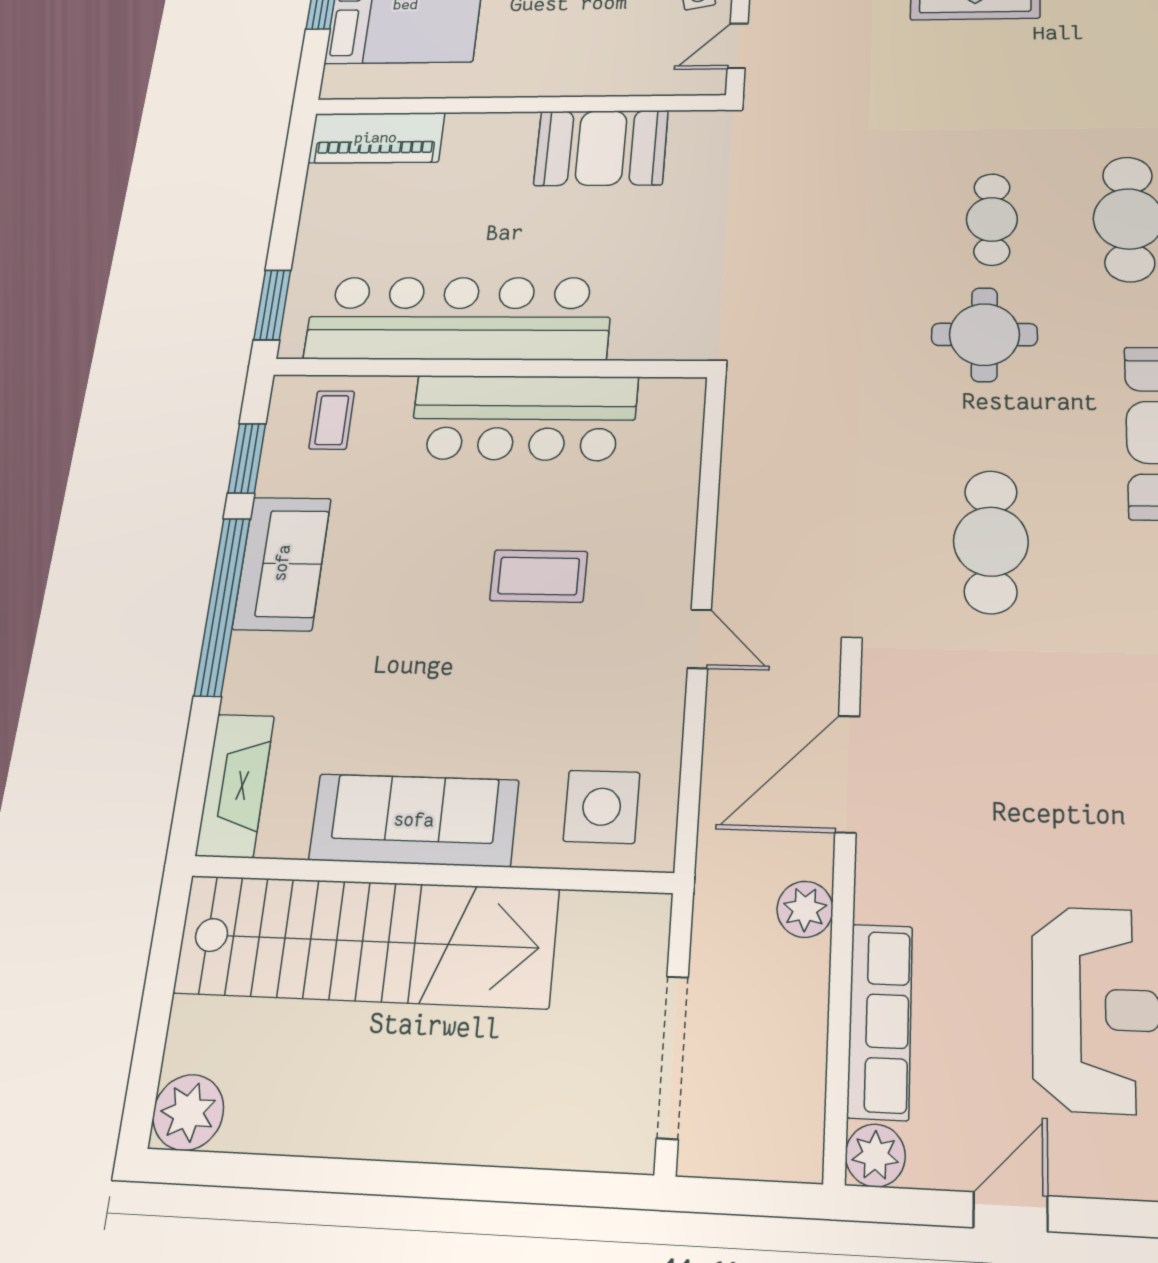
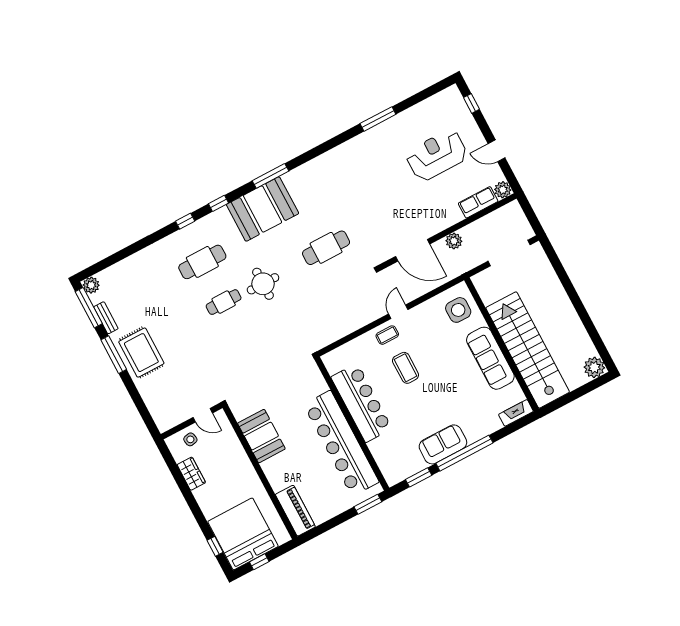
coffee table: (332, 420) -> (387, 335), moved
fireplace: (235, 785) -> (516, 413), width x0.73, depth x0.76
row of seats: (880, 1021) -> (478, 202), width x0.68

